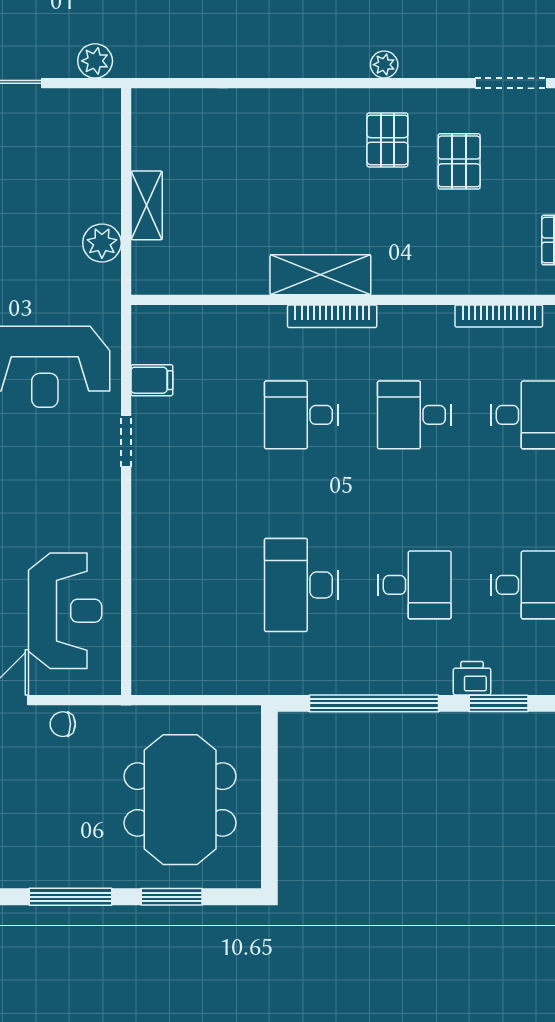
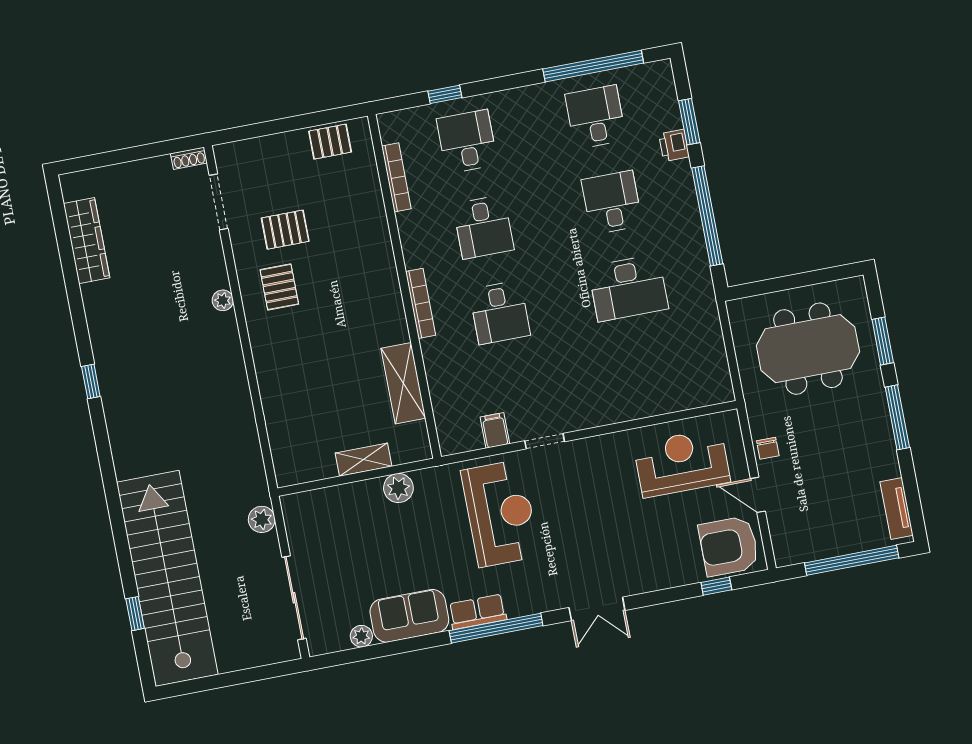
pallet: (387, 140) -> (279, 287), turned 90
shelving: (320, 275) -> (403, 383), moved

